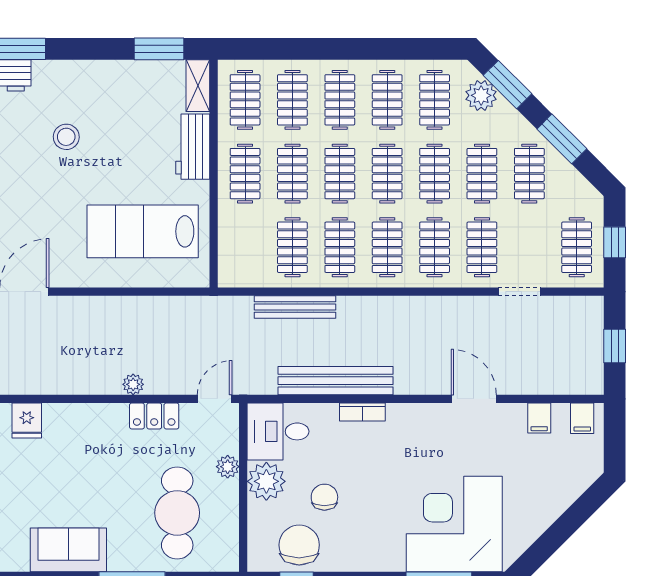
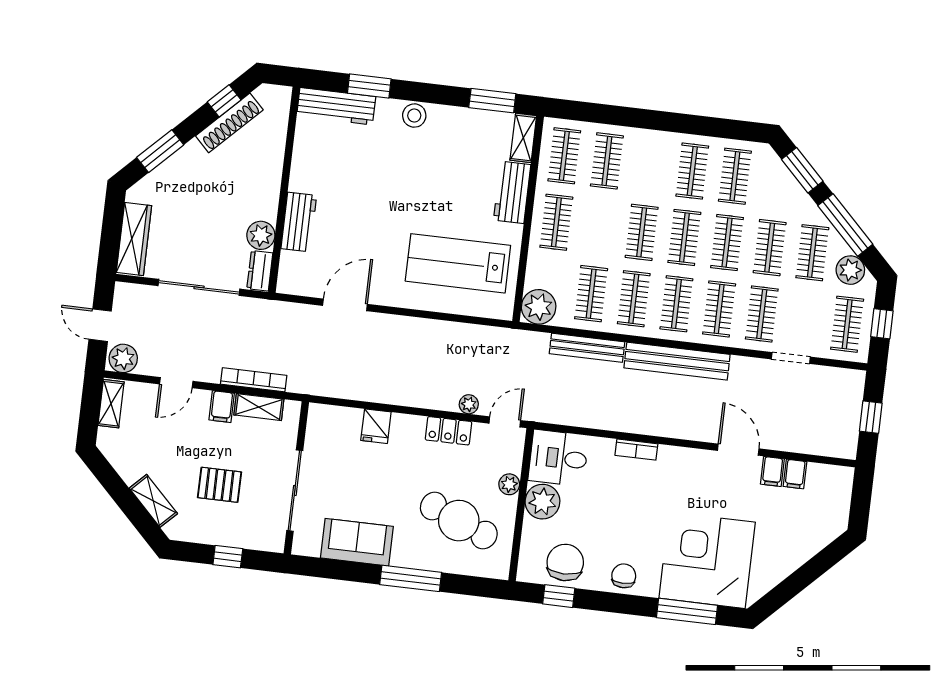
plant: (481, 95) -> (850, 270), moved
clothes rail: (340, 100) -> (650, 166), removed
stool: (66, 137) -> (414, 116), moved
window: (562, 139) -> (845, 225), width x1.44
clothes rail: (292, 174) -> (599, 227), removed
plant: (237, 269) -> (539, 307), added
bench: (336, 381) -> (677, 361), moved
plant: (133, 384) -> (469, 404), moved
filing cabinet: (582, 418) -> (772, 471), moved
fridge: (27, 420) -> (376, 426), moved
chair: (324, 497) -> (624, 576), moved
cafe table: (177, 513) -> (459, 521), turned -67

